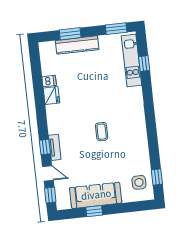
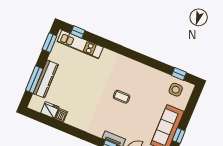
window: (70, 34) -> (34, 80), width x1.44
window: (144, 64) -> (78, 32), moved
fridge: (51, 96) -> (50, 110), moved

